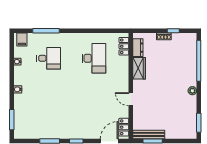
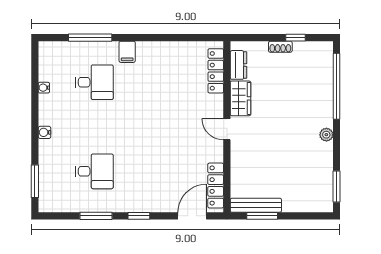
filing cabinet: (22, 39) -> (127, 52), moved
locker: (124, 46) -> (216, 71), width x1.53
desk: (94, 58) -> (94, 171), moved, width x0.73
door: (131, 99) -> (227, 129), moved
locker: (124, 127) -> (216, 186), width x1.53

